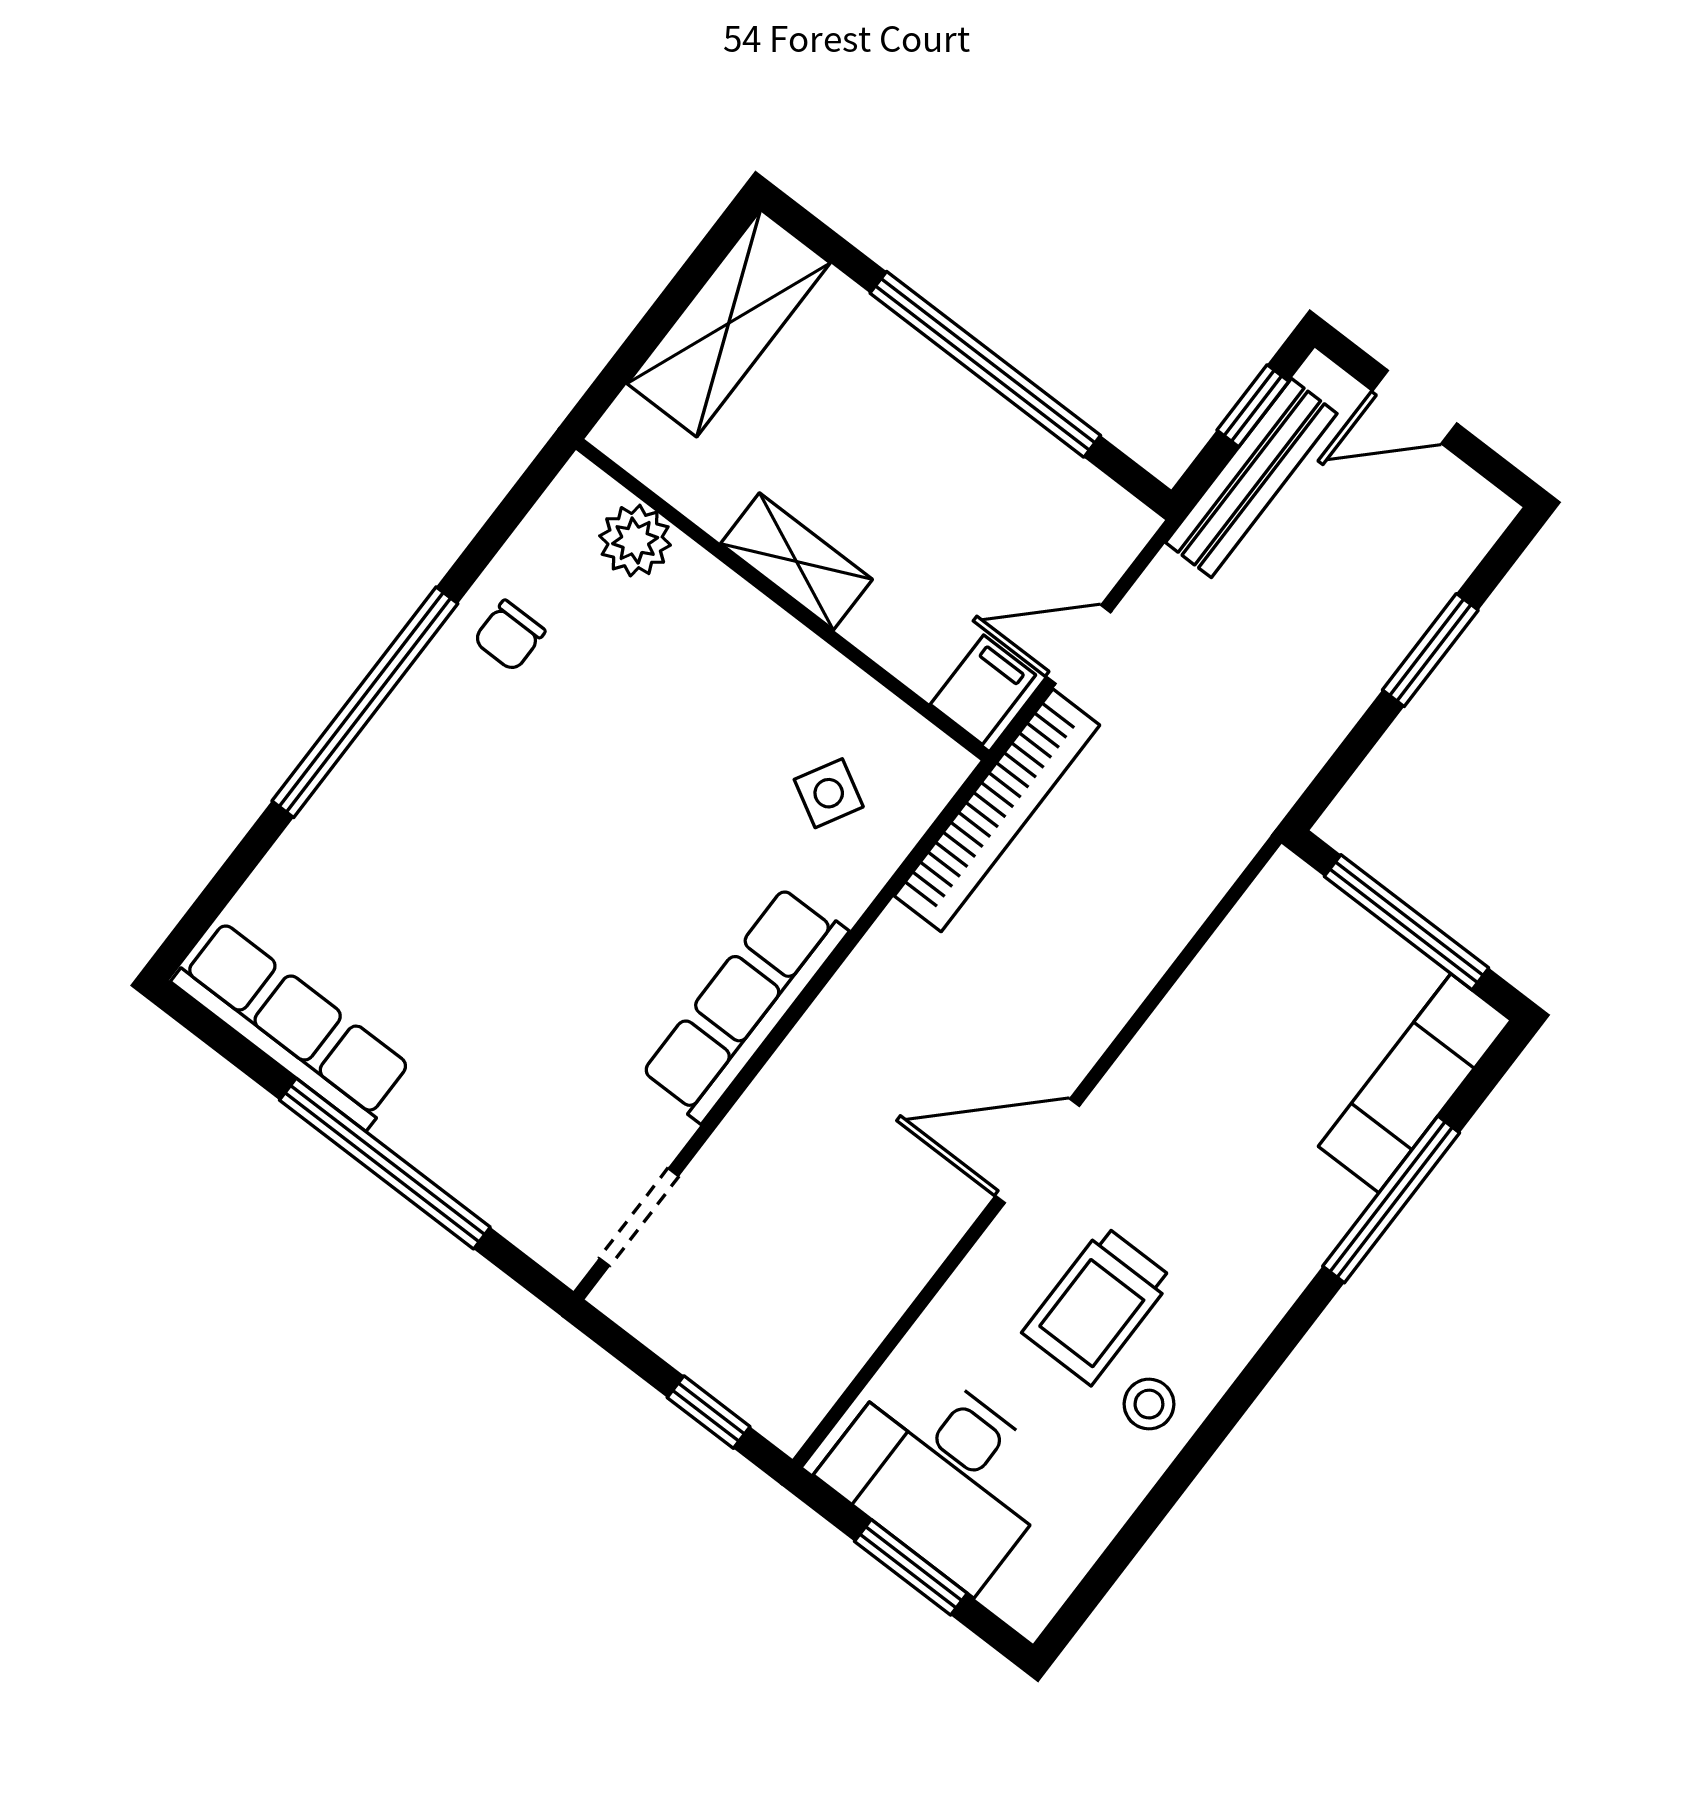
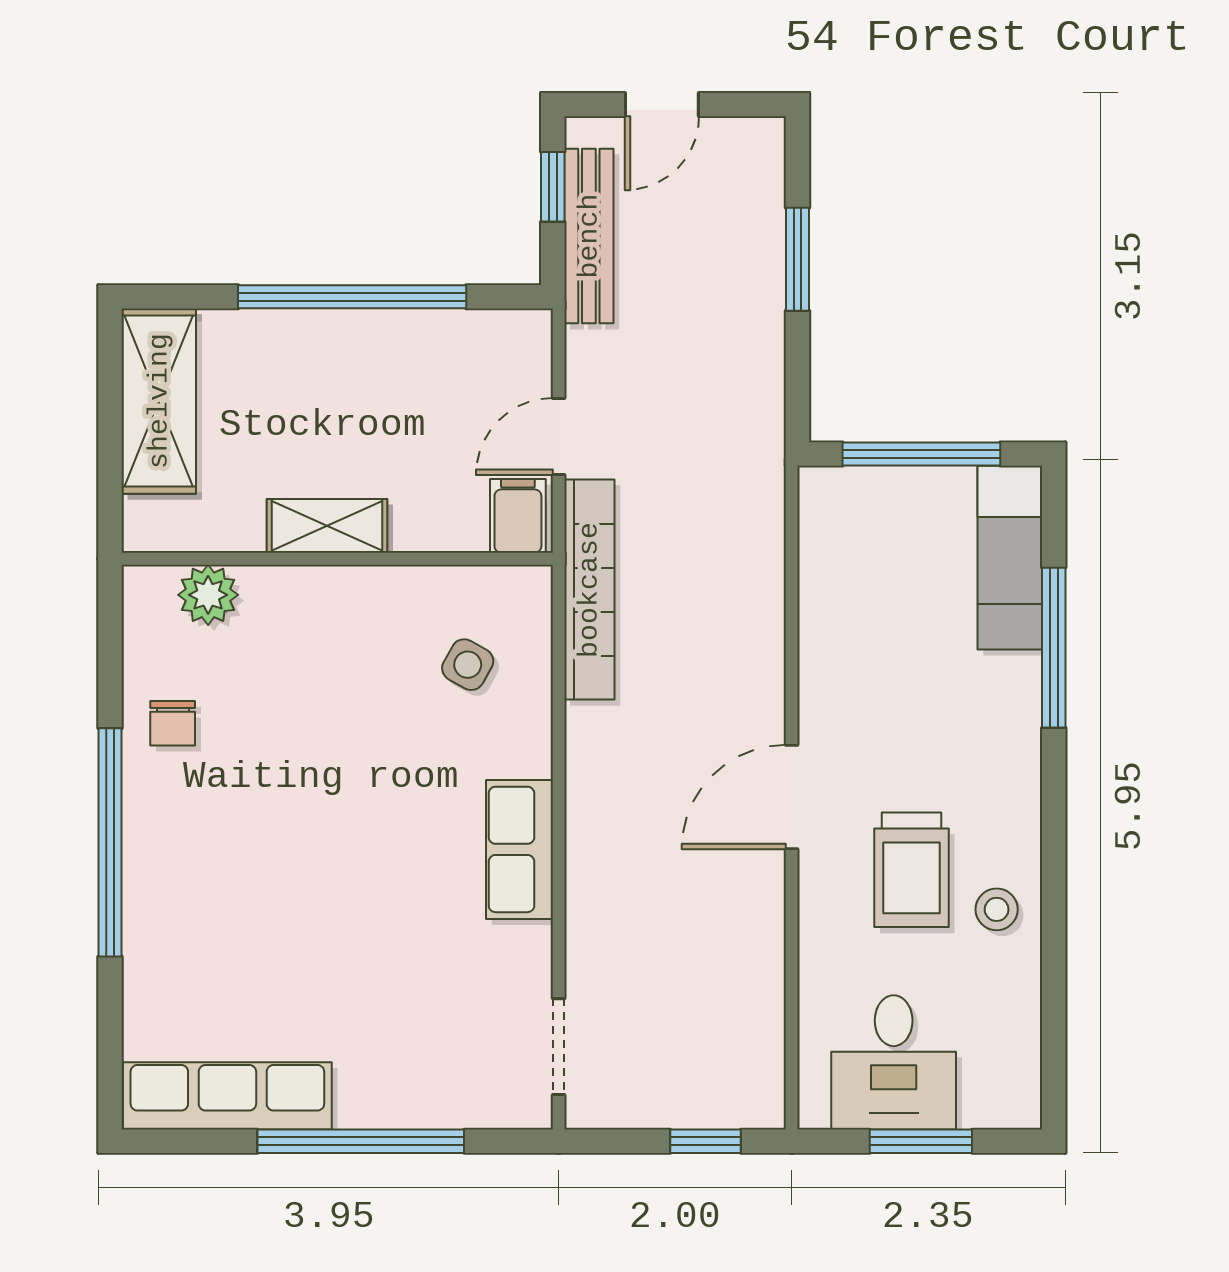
row of seats: (744, 1004) -> (519, 849), width x0.68
desk: (942, 1474) -> (894, 1062), width x0.73

